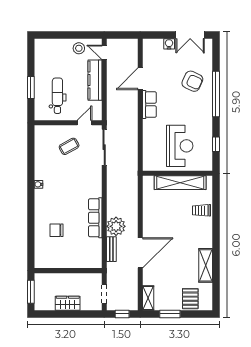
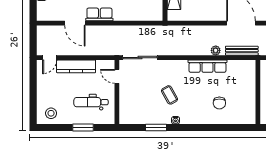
stool: (79, 48) -> (51, 113), moved
coffee table: (69, 146) -> (170, 95), moved
window: (31, 164) -> (156, 128), added
plant: (116, 226) -> (216, 50), width x0.53, depth x0.53
bench: (111, 249) -> (242, 51), width x1.36

